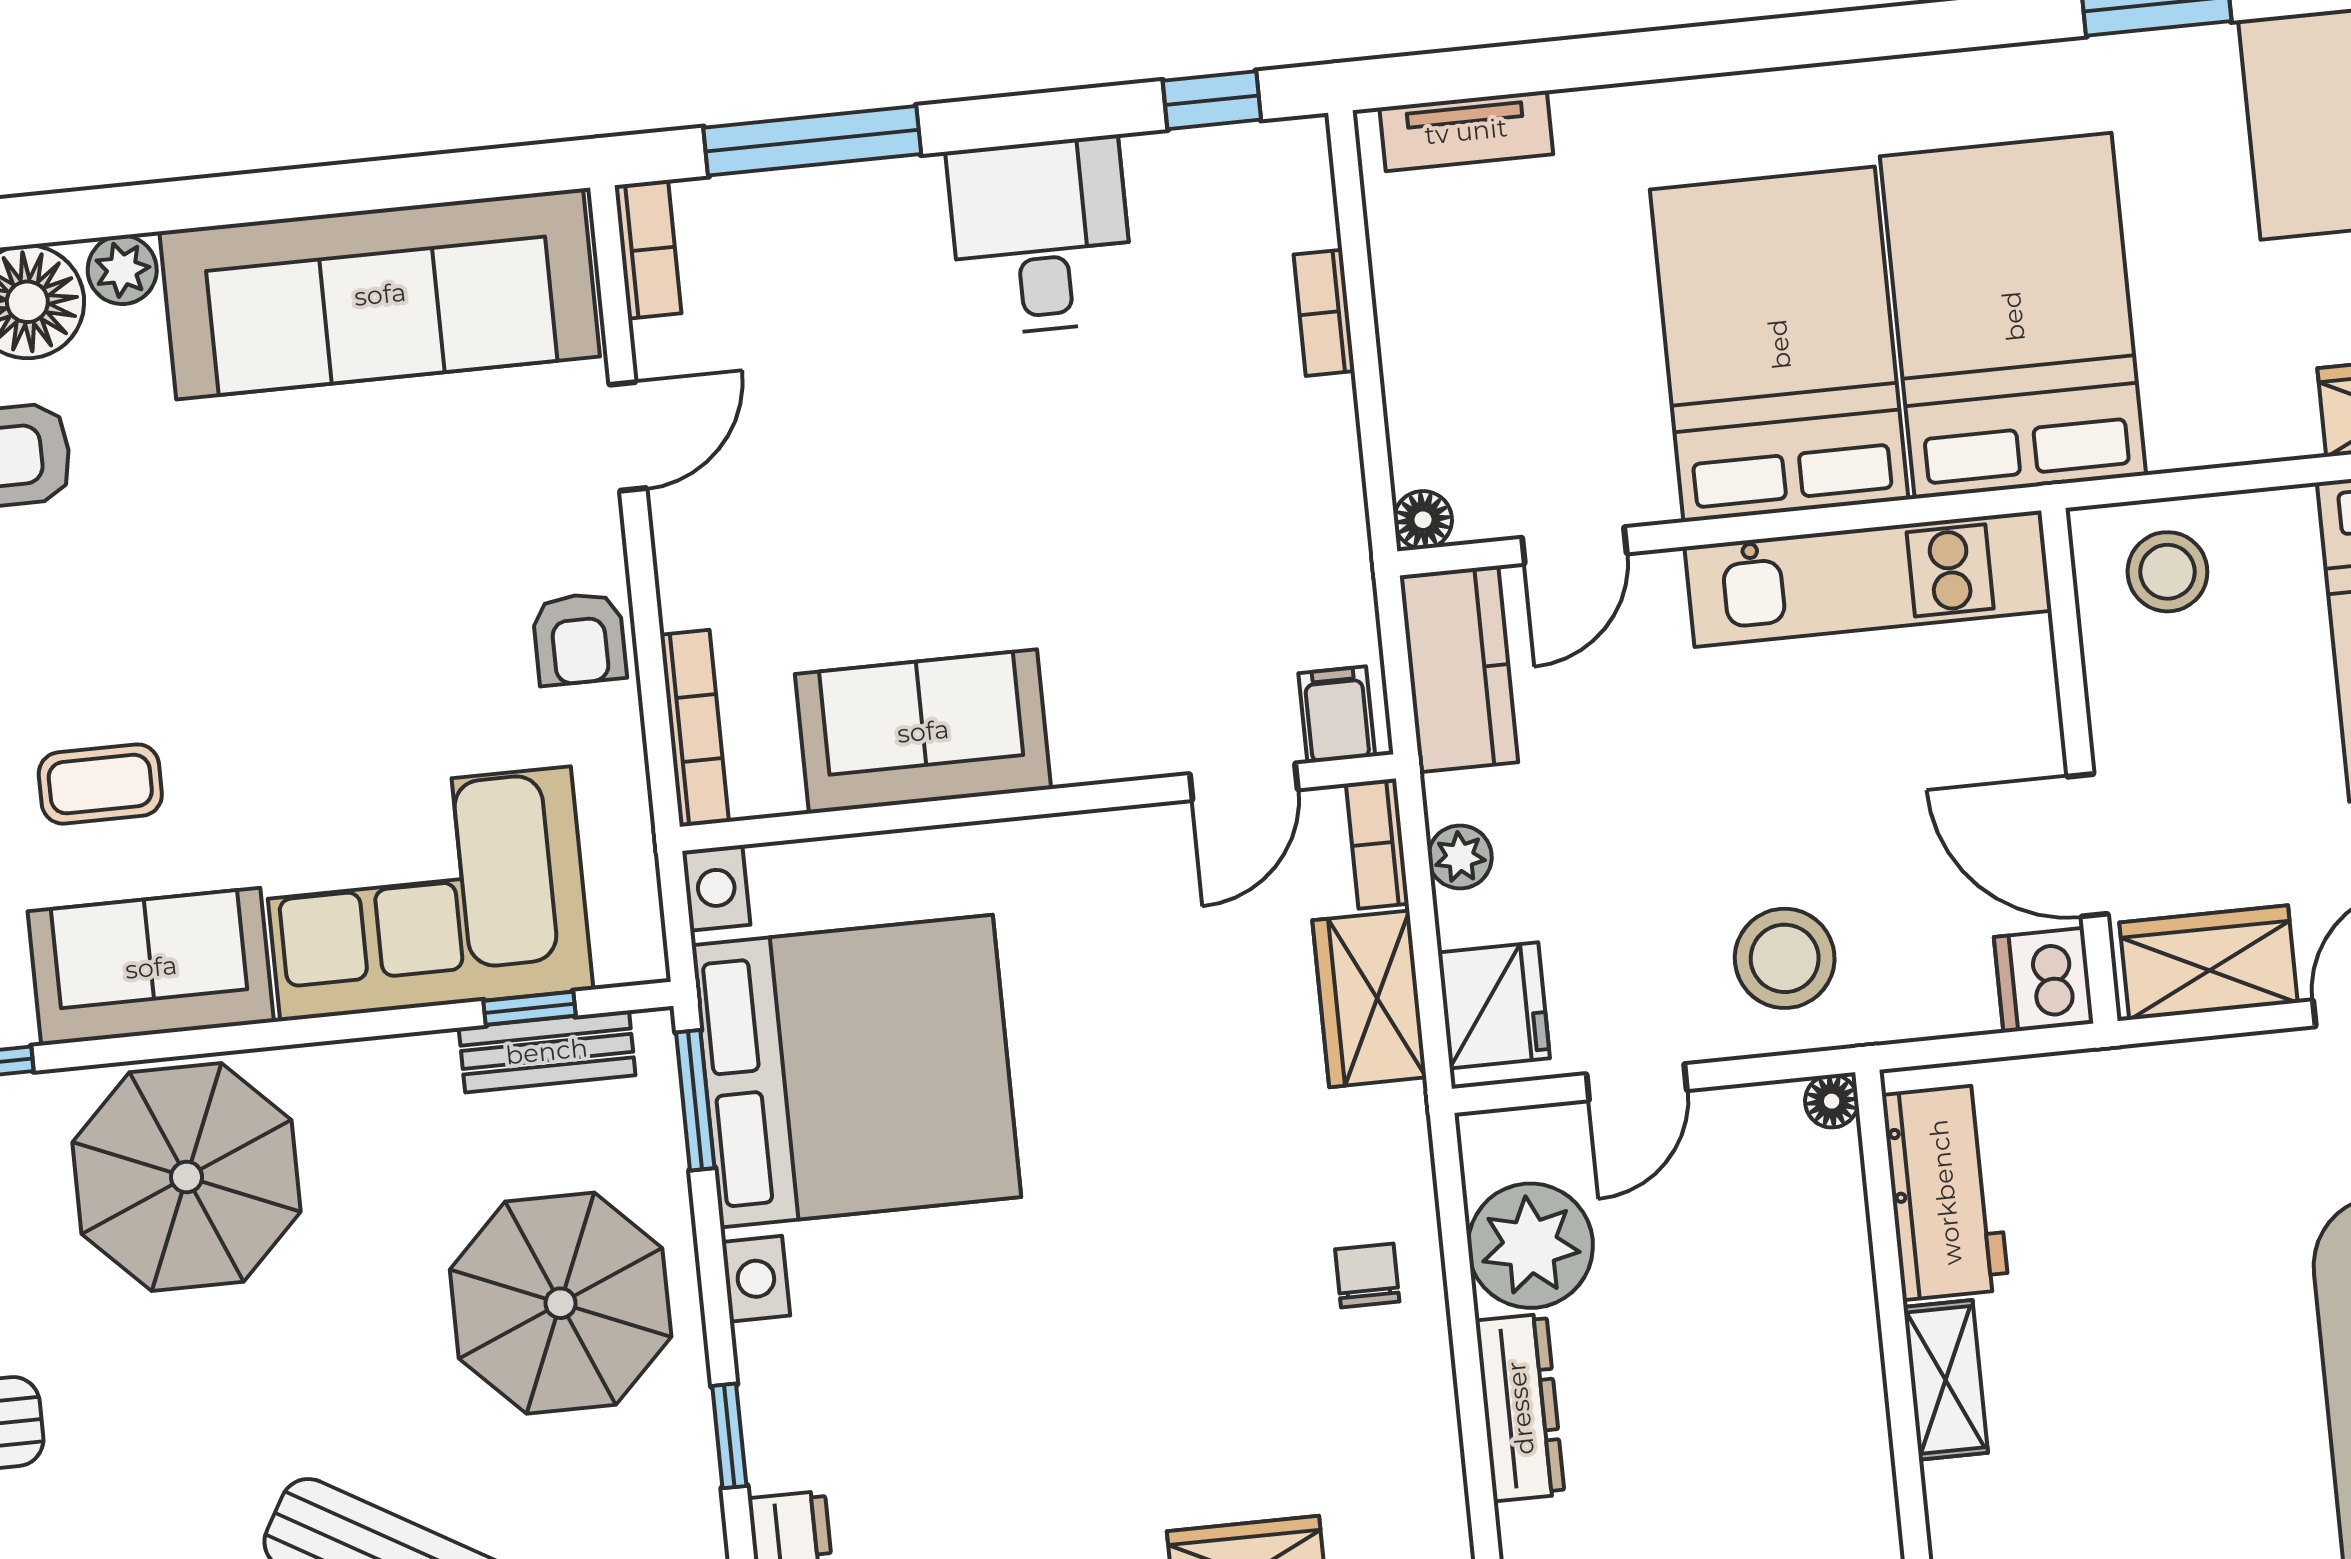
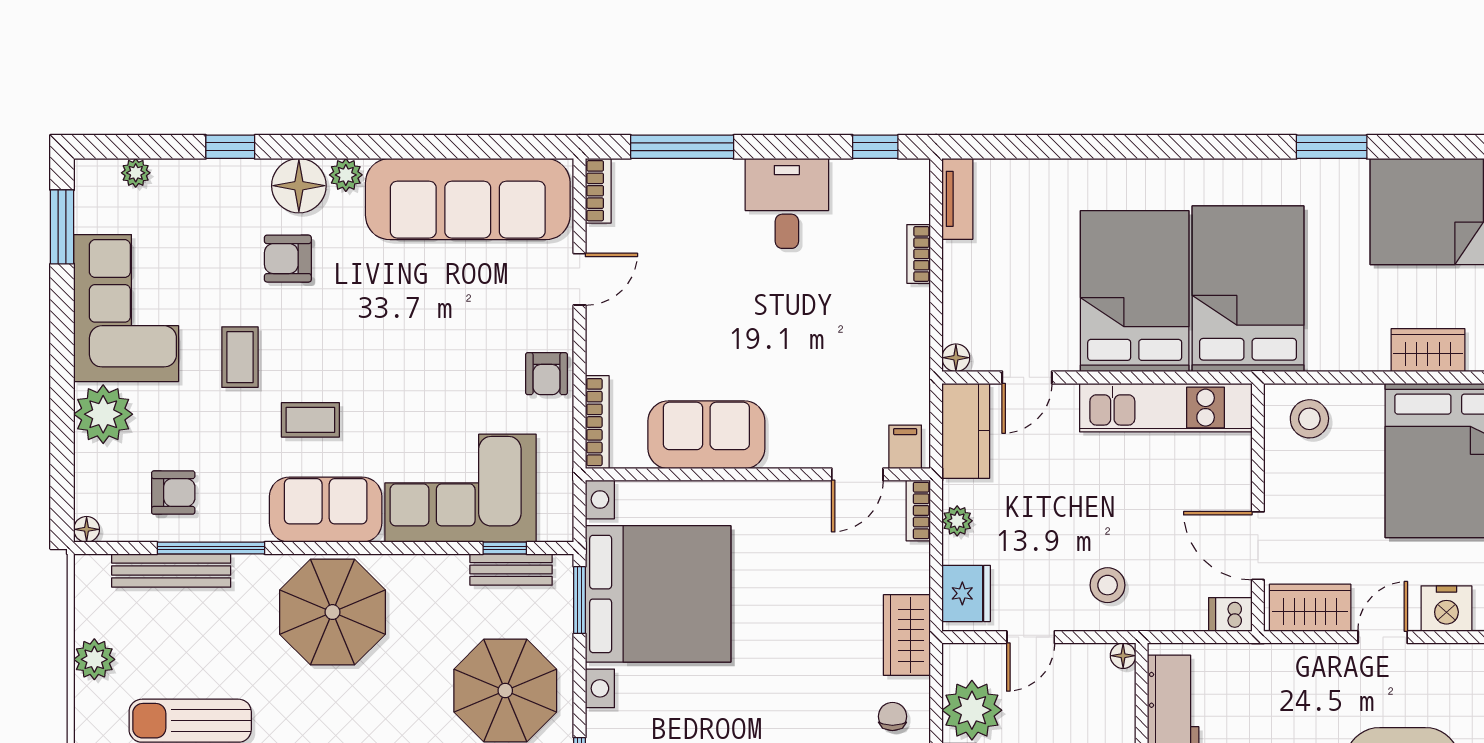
tv unit: (1466, 131) -> (957, 199), moved, turned -90
stool: (1785, 958) -> (1108, 585), width x0.73, depth x0.73
dishwasher: (2044, 980) -> (1230, 615), width x0.73
wardrobe: (1369, 999) -> (907, 635), moved

